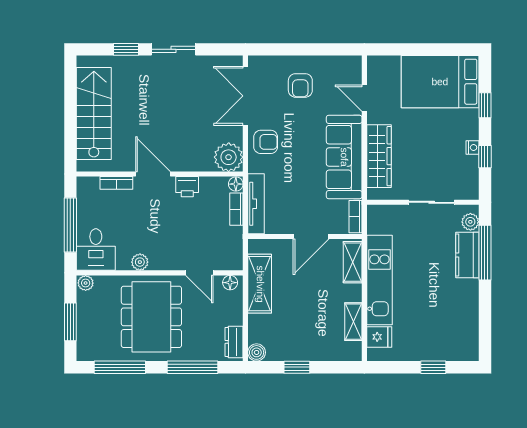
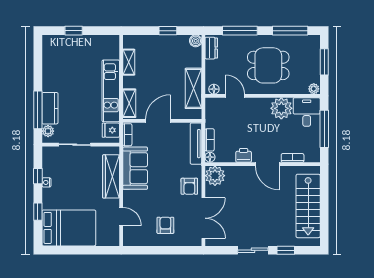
armchair: (266, 142) -> (189, 186), turned -90
sofa: (344, 157) -> (135, 168), width x0.73
plant: (140, 262) -> (281, 108), width x1.88, depth x1.88
dining table: (151, 317) -> (268, 65), width x0.73
fridge: (379, 337) -> (111, 130), moved

